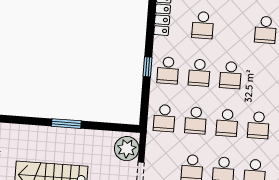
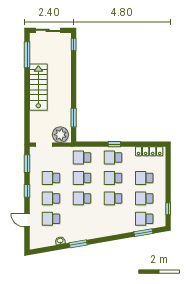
window: (66, 124) -> (74, 118), moved
school desk: (258, 125) -> (144, 198), moved

